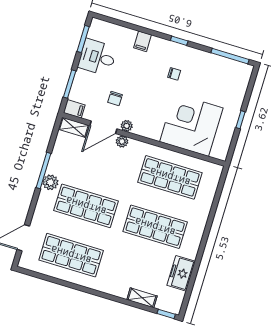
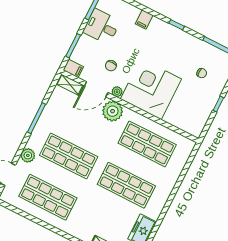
chair: (174, 74) -> (202, 73), moved
corner desk: (191, 125) -> (151, 89), moved
plant: (122, 141) -> (113, 111), width x1.88, depth x1.88
plant: (50, 182) -> (28, 155), moved

